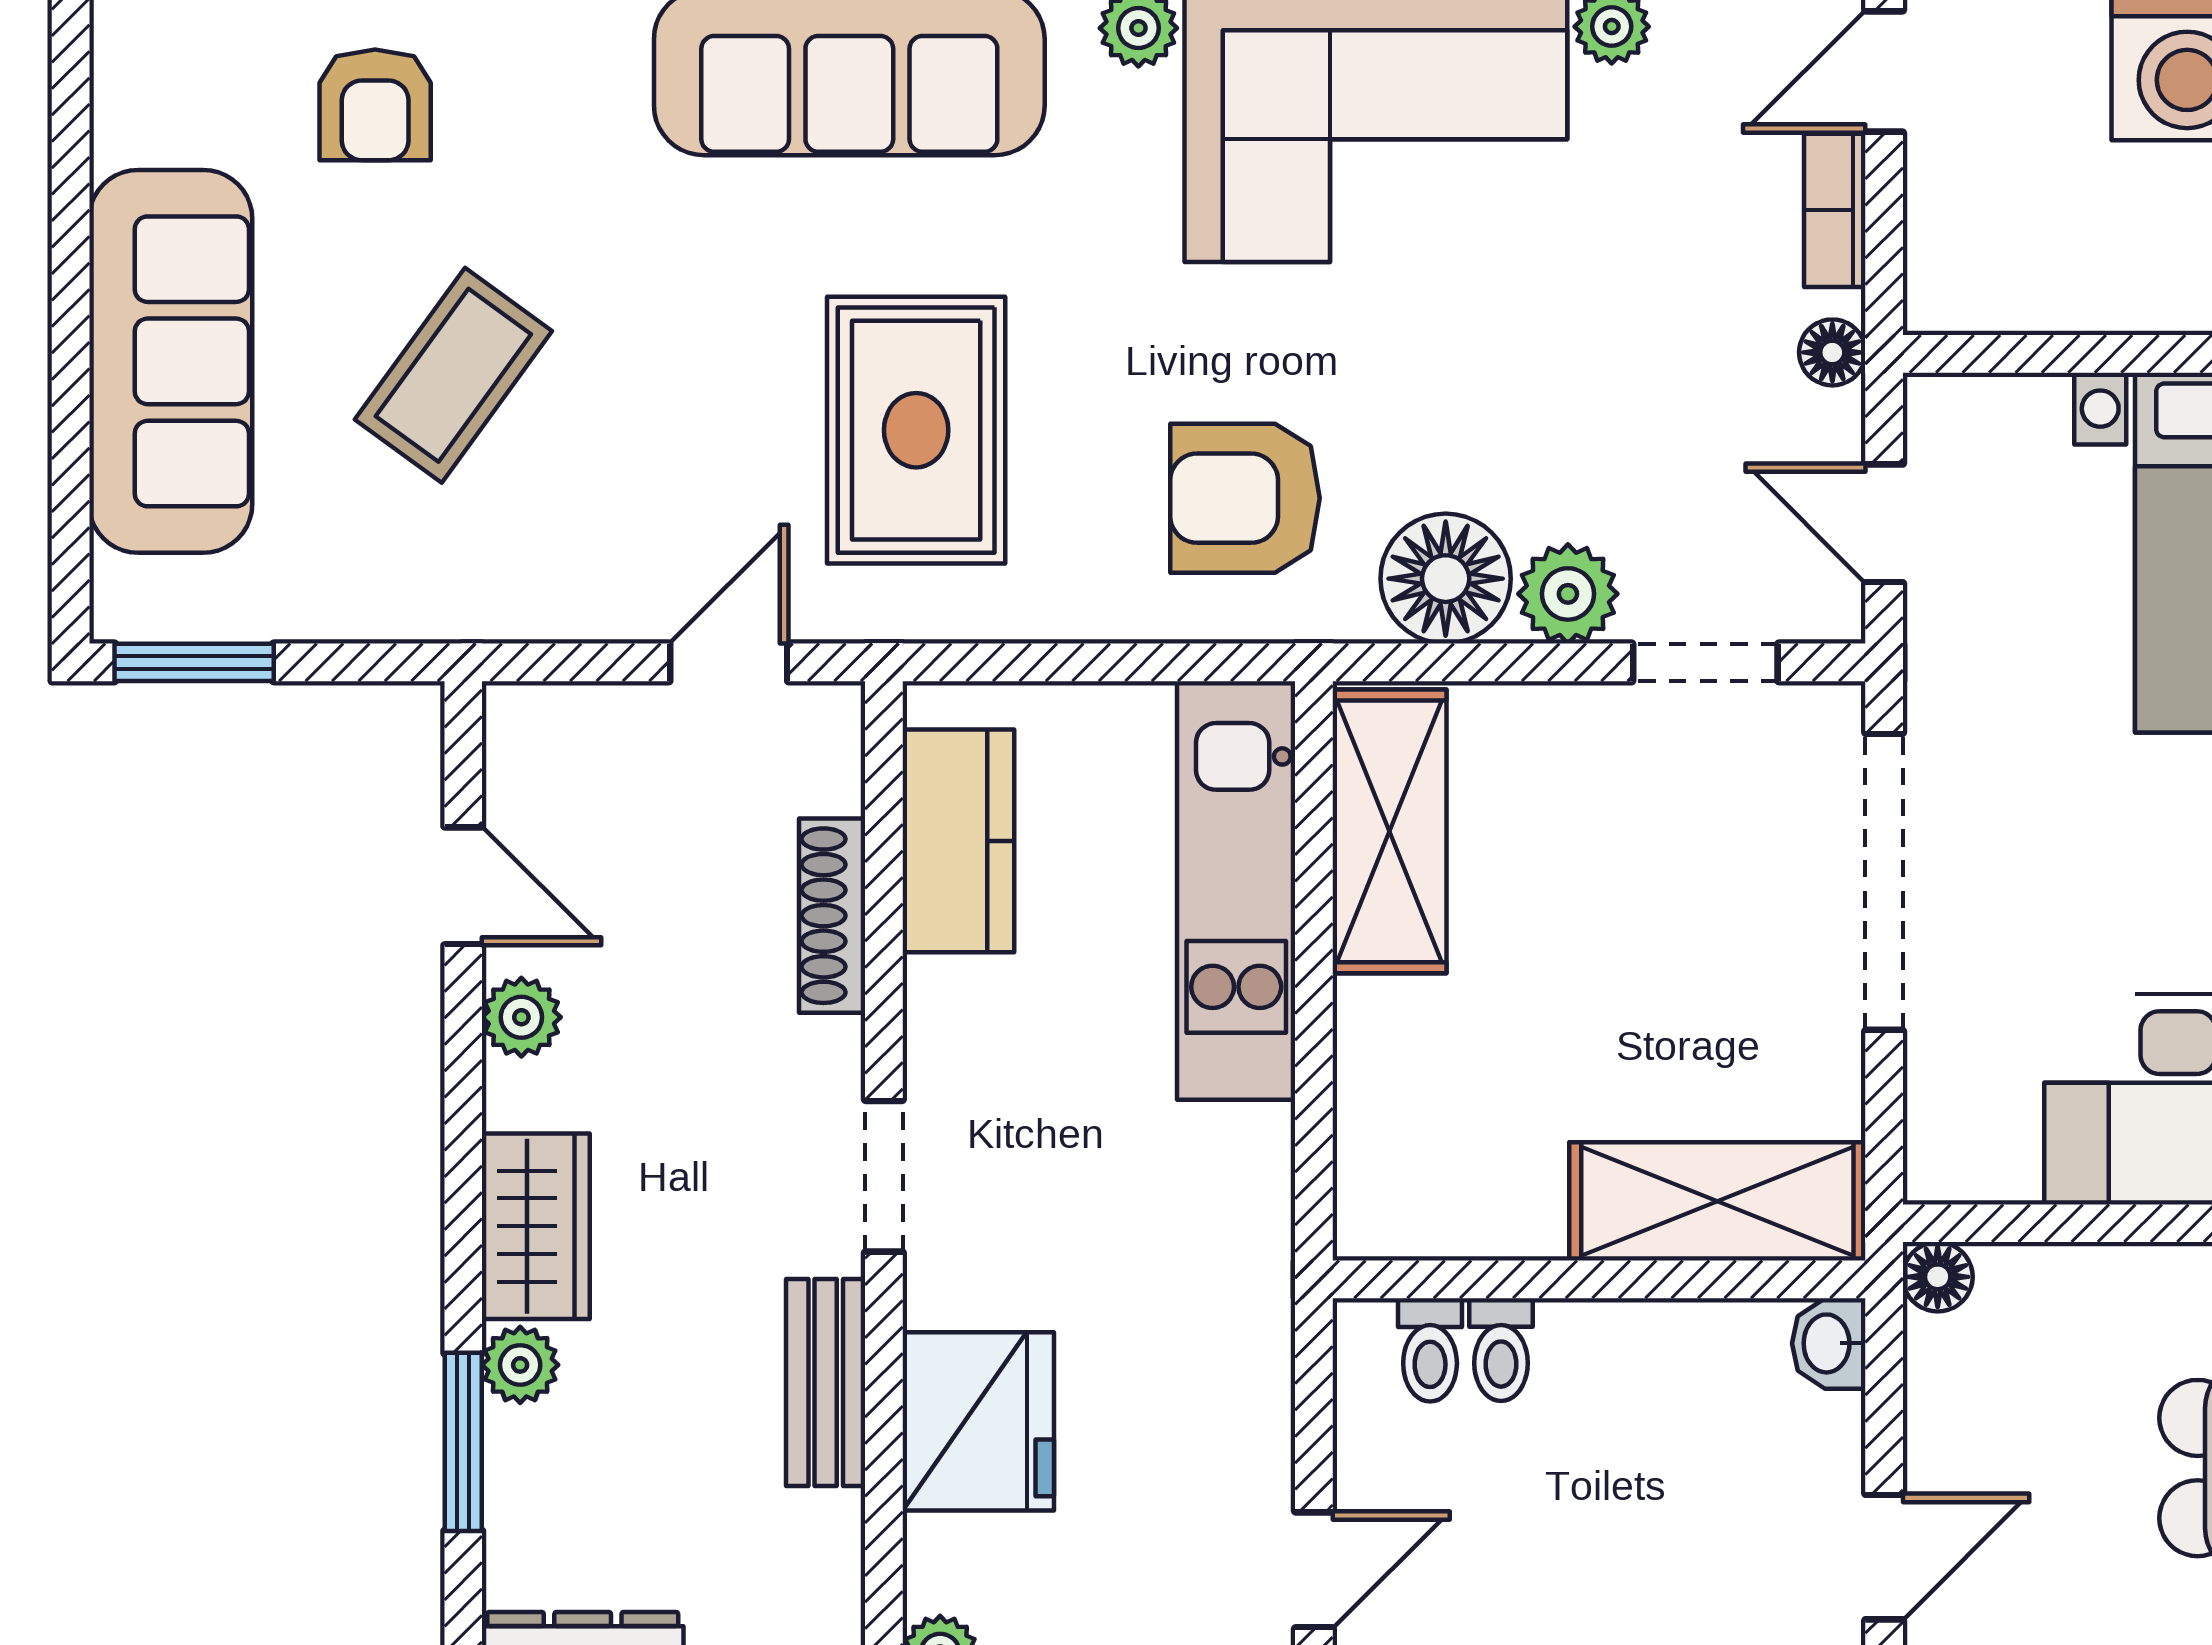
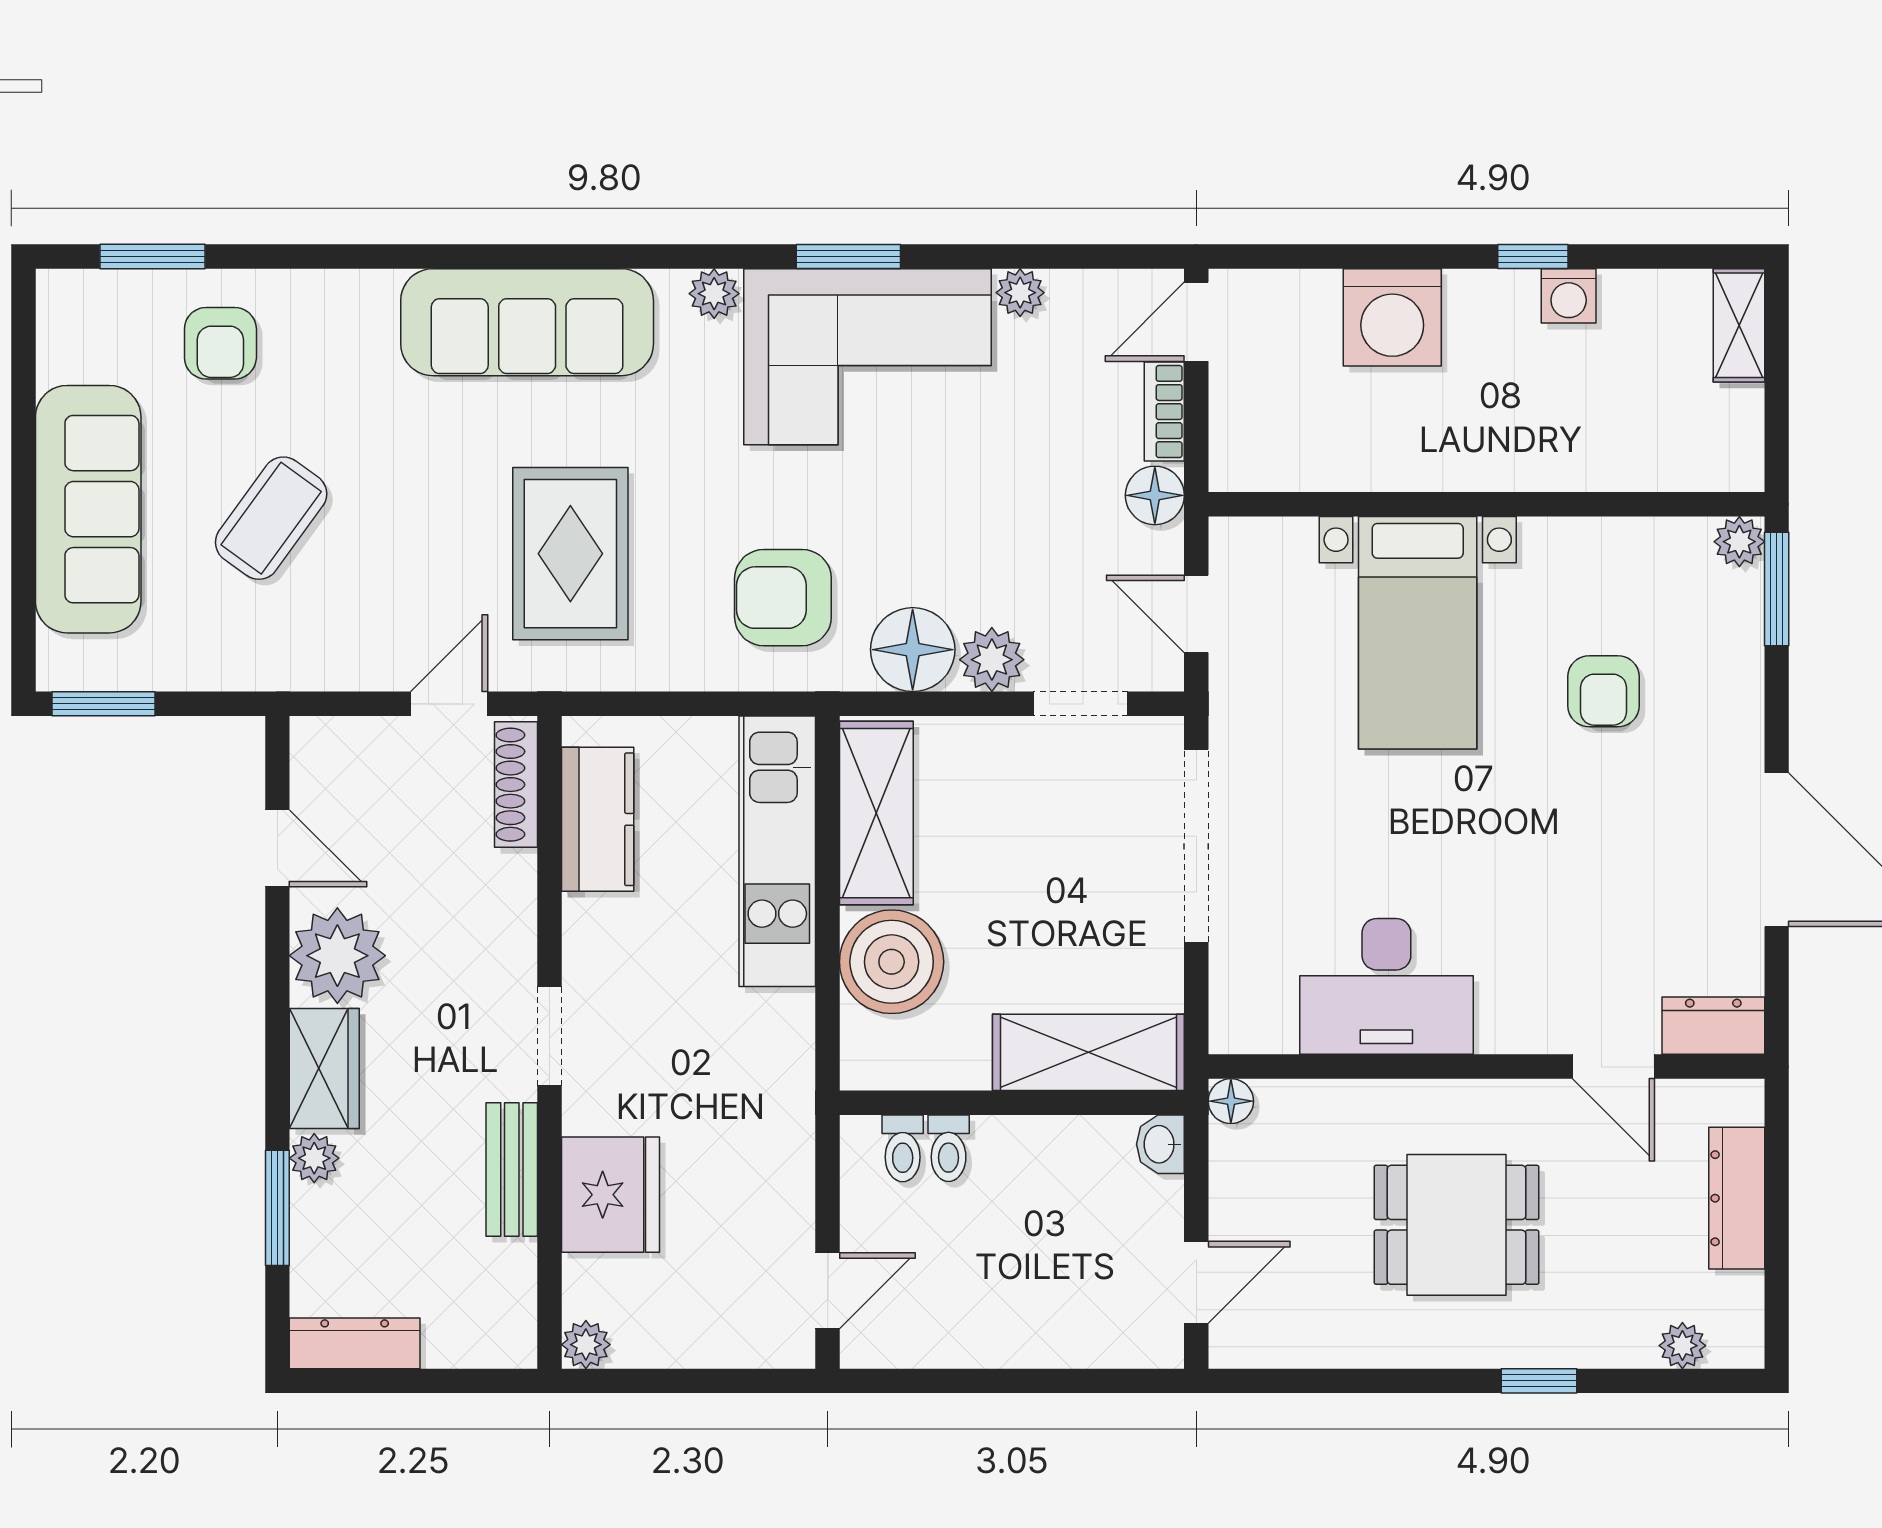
floor lamp: (1832, 352) -> (1155, 495), width x1.37, depth x1.37
shoe rack: (832, 916) -> (516, 785), moved
plant: (521, 1017) -> (337, 956), width x1.88, depth x1.88
boiler: (1413, 1061) -> (892, 962), added

